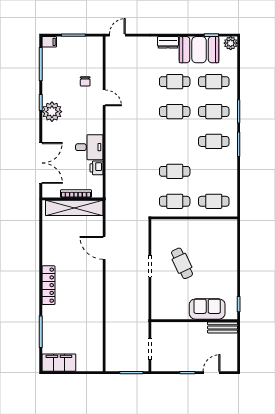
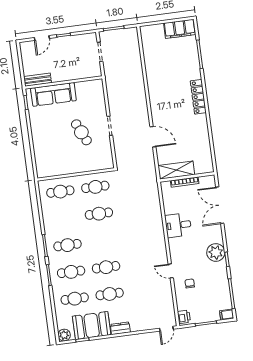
printer: (97, 168) -> (184, 317), moved
shelving: (74, 208) -> (176, 170), width x0.68
sofa: (207, 309) -> (53, 94), width x1.36

